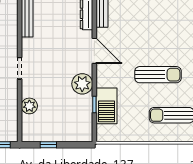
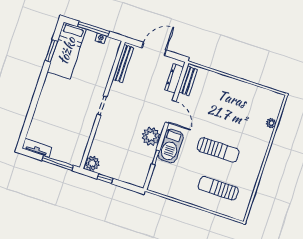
plant: (29, 106) -> (92, 163), moved
barbecue: (106, 106) -> (171, 146), moved

